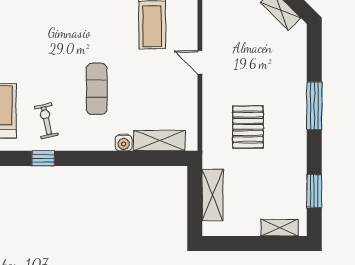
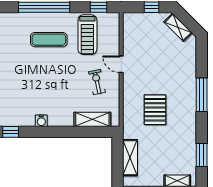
exercise mat: (97, 89) -> (49, 40), moved, turned 90
exercise bike: (46, 121) -> (97, 82), moved
water cooler: (124, 143) -> (41, 121), moved

